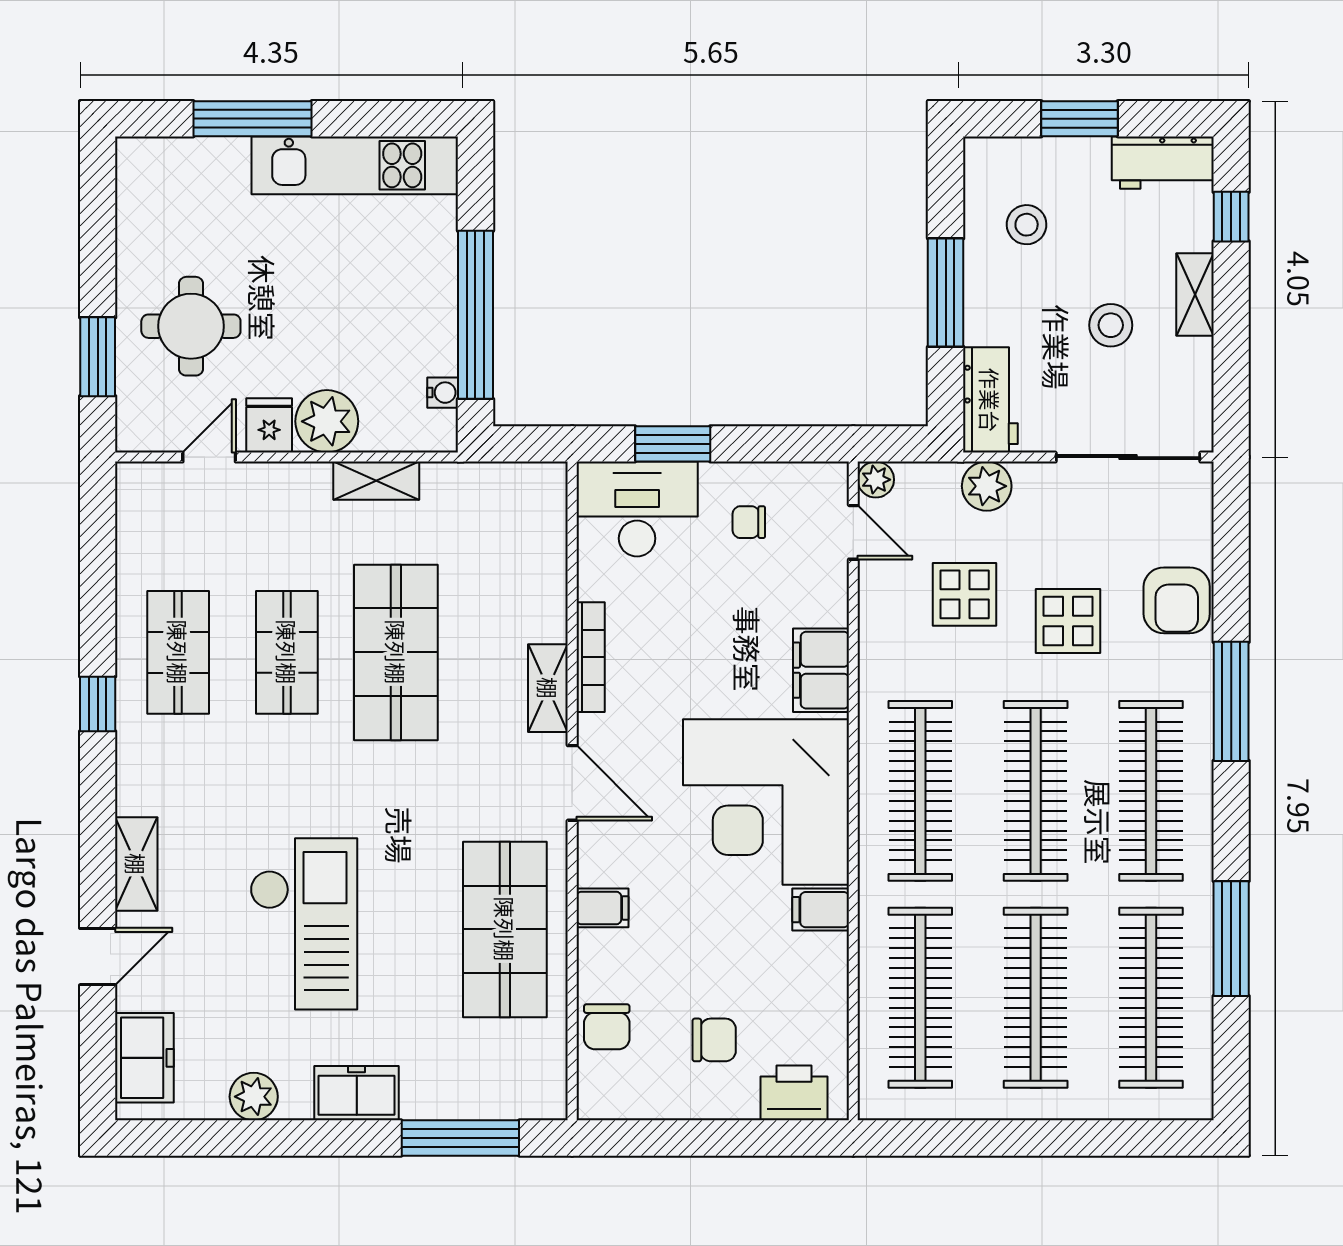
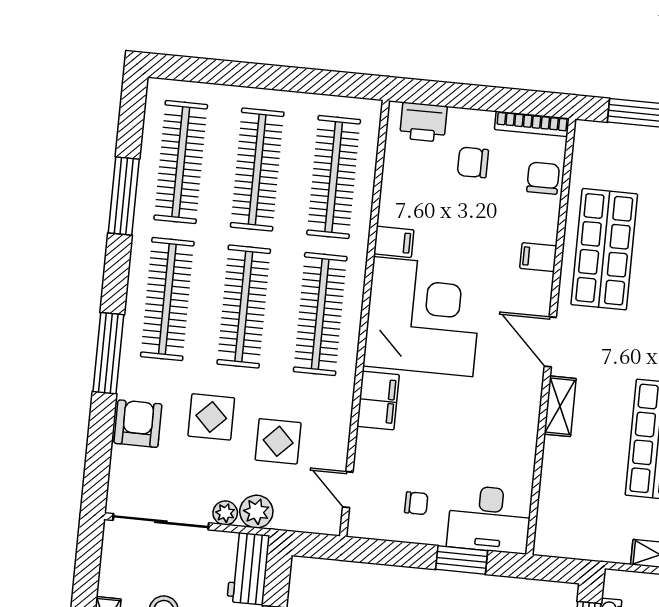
plant: (876, 480) -> (225, 513), moved
bookcase: (591, 657) -> (532, 124), moved, turned -90

